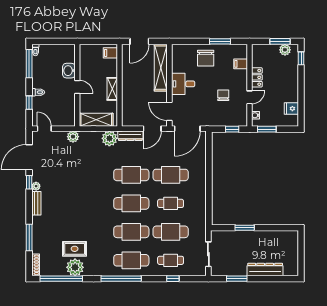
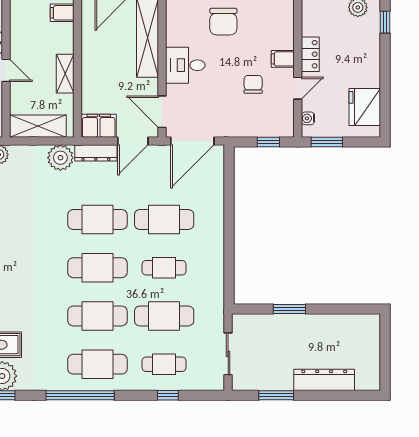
filing cabinet: (241, 64) -> (283, 59), moved
fridge: (291, 109) -> (365, 107), width x1.88, depth x1.34
filing cabinet: (132, 120) -> (99, 126), added

